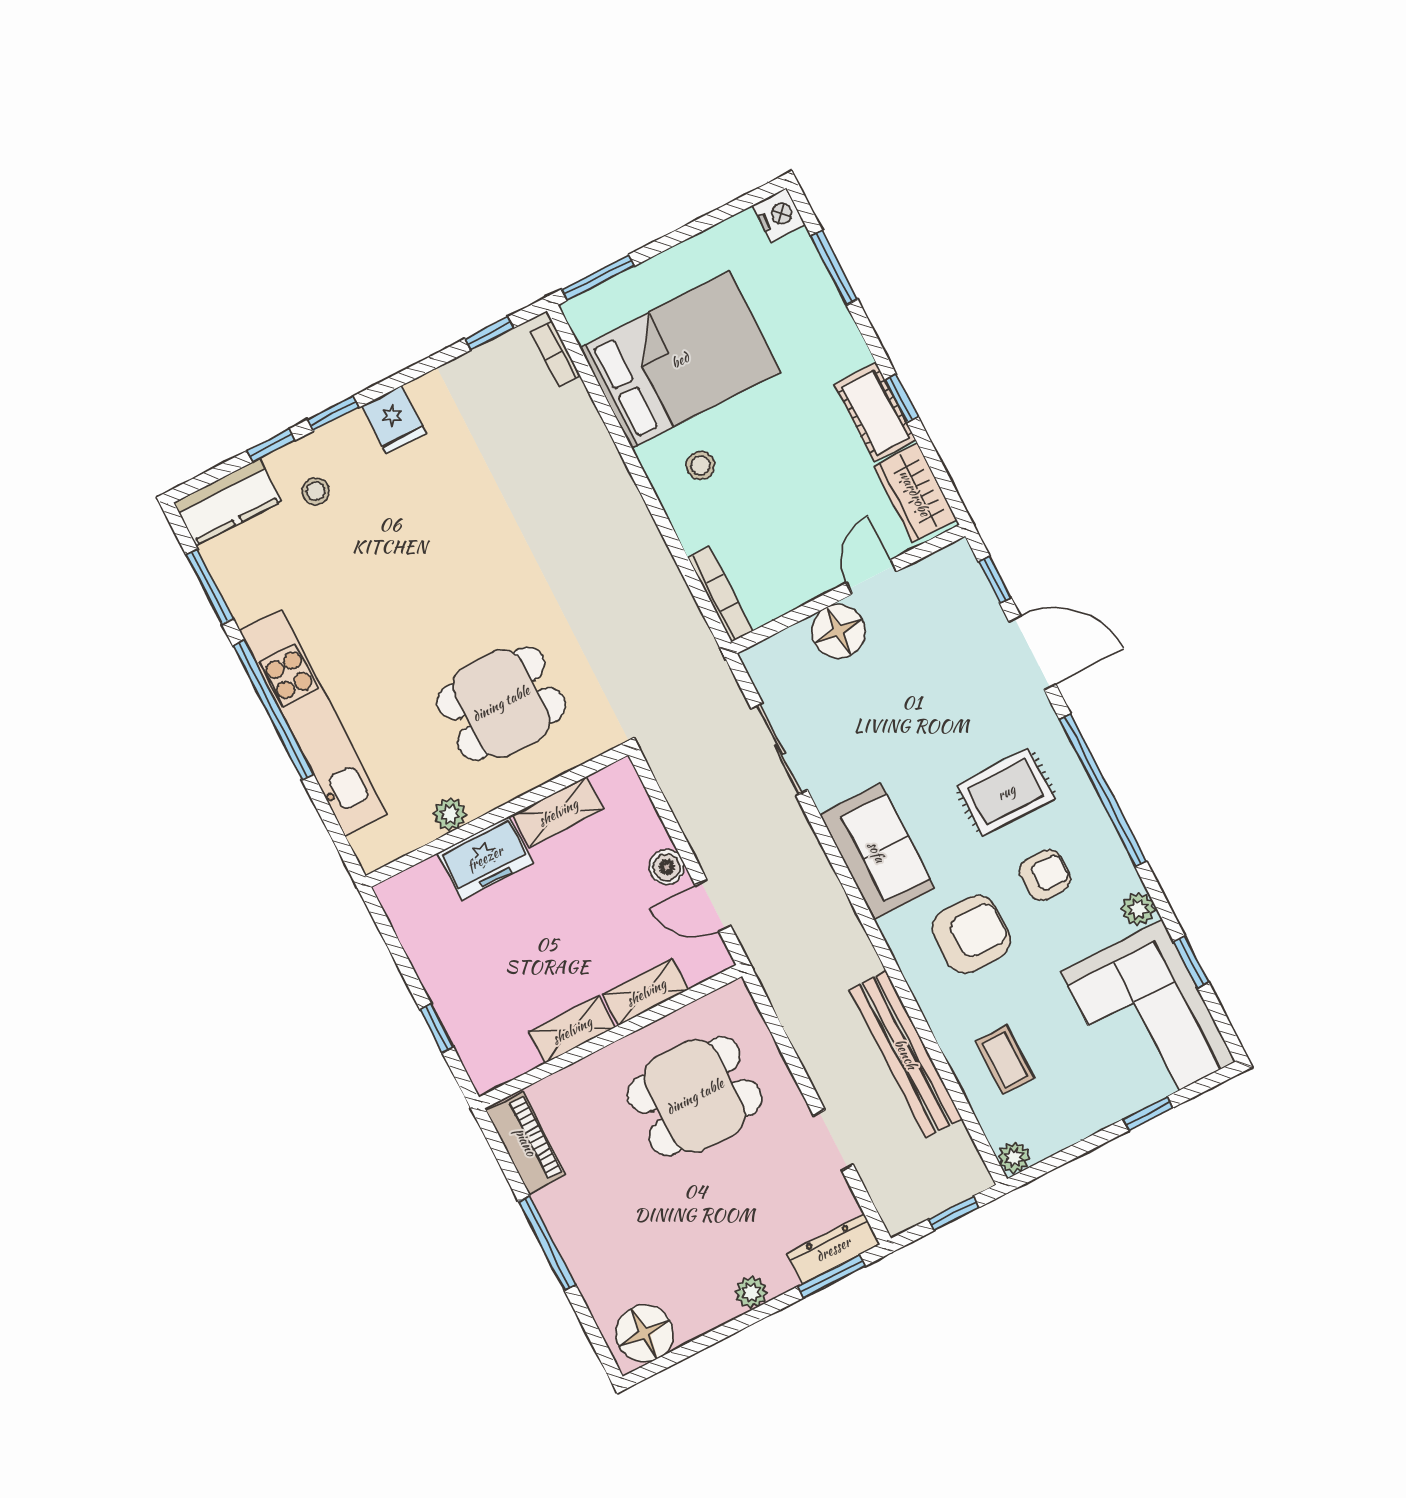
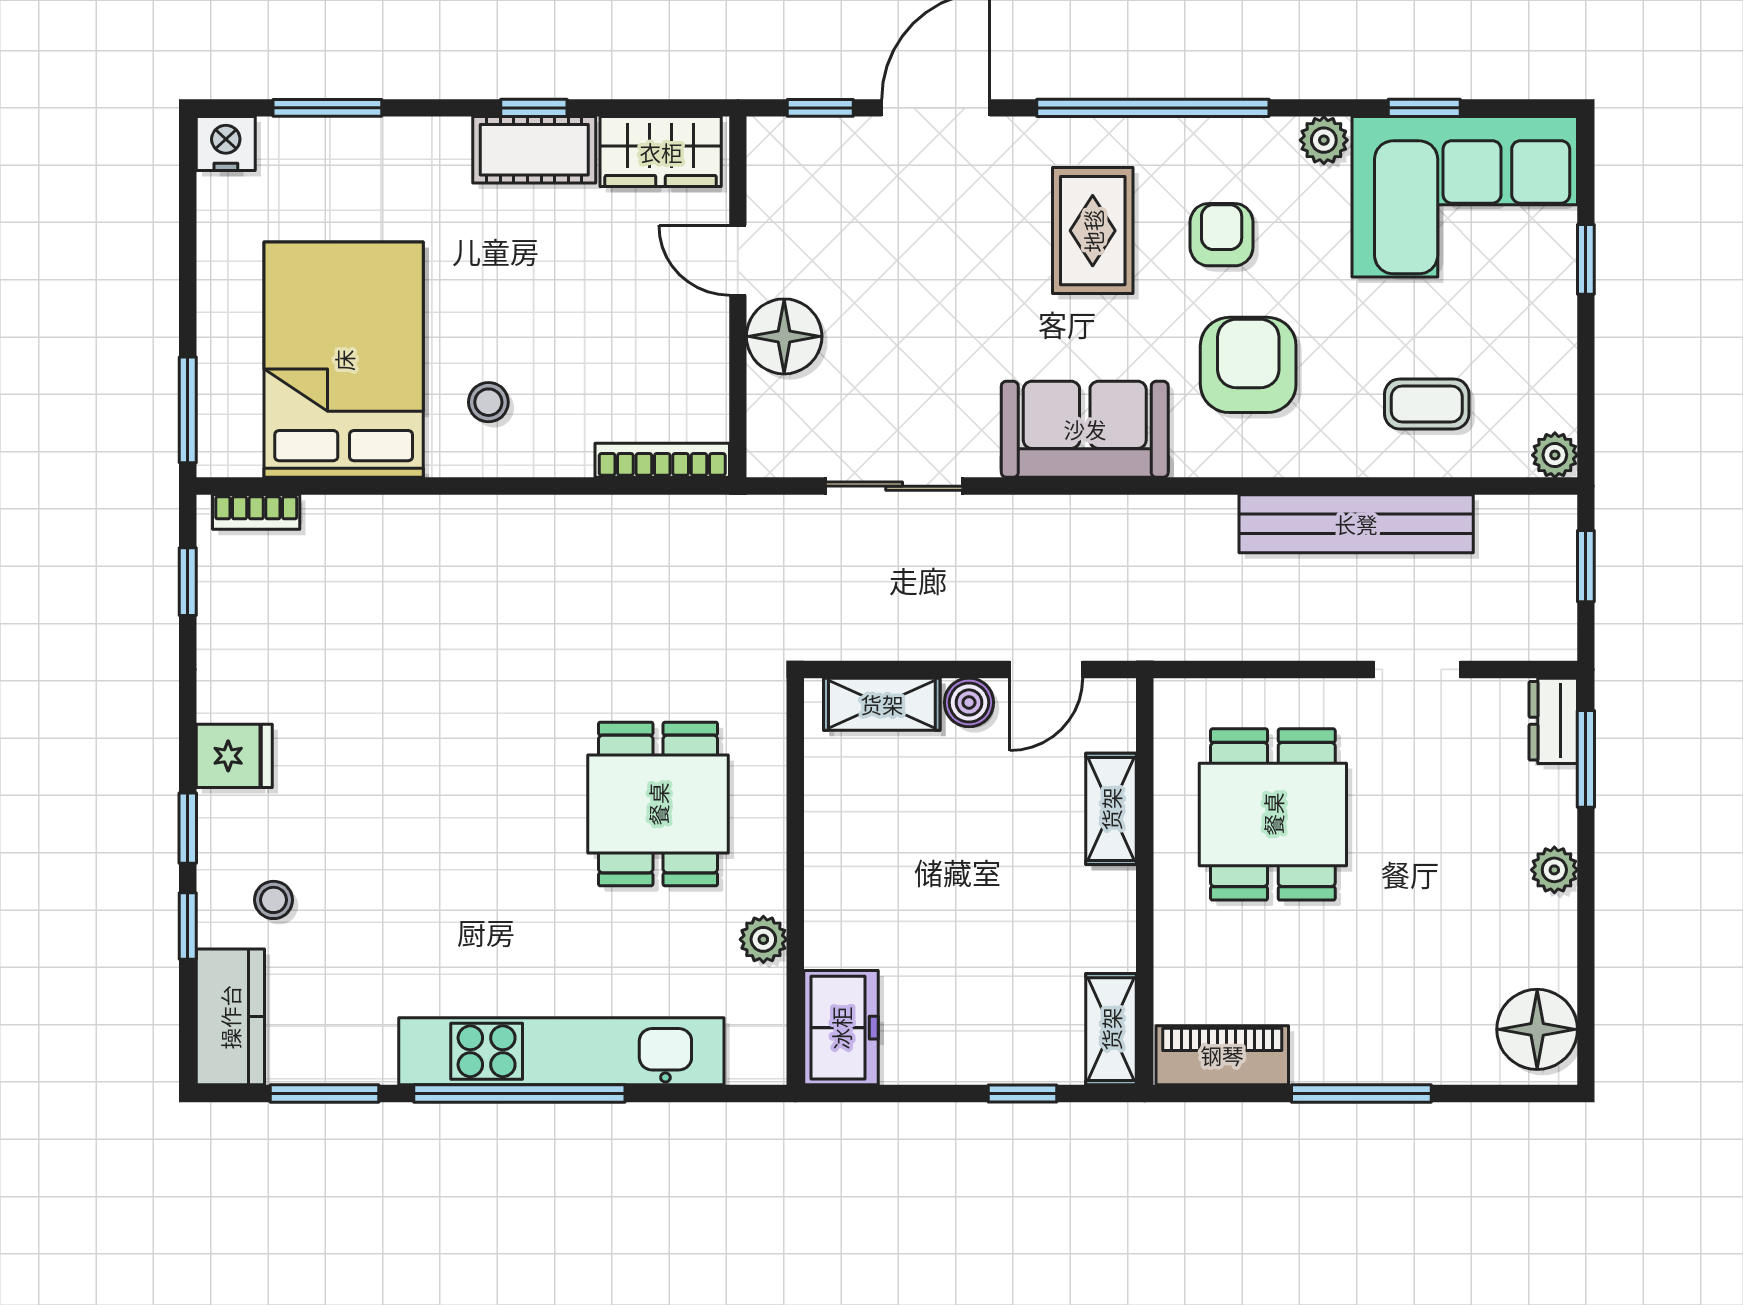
shelving: (558, 812) -> (882, 704), moved, turned 90
freezer: (485, 858) -> (841, 1028), moved
shelving: (572, 1030) -> (1111, 1029), moved
dresser: (833, 1249) -> (1553, 721), width x0.70

